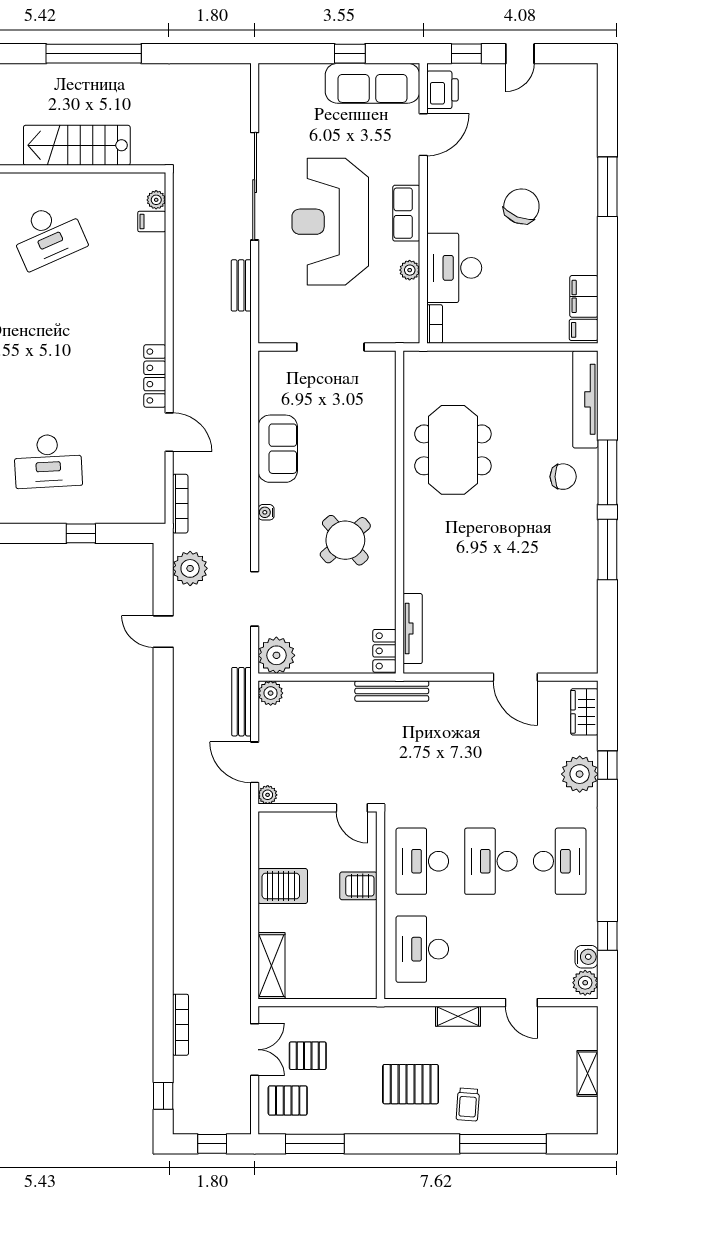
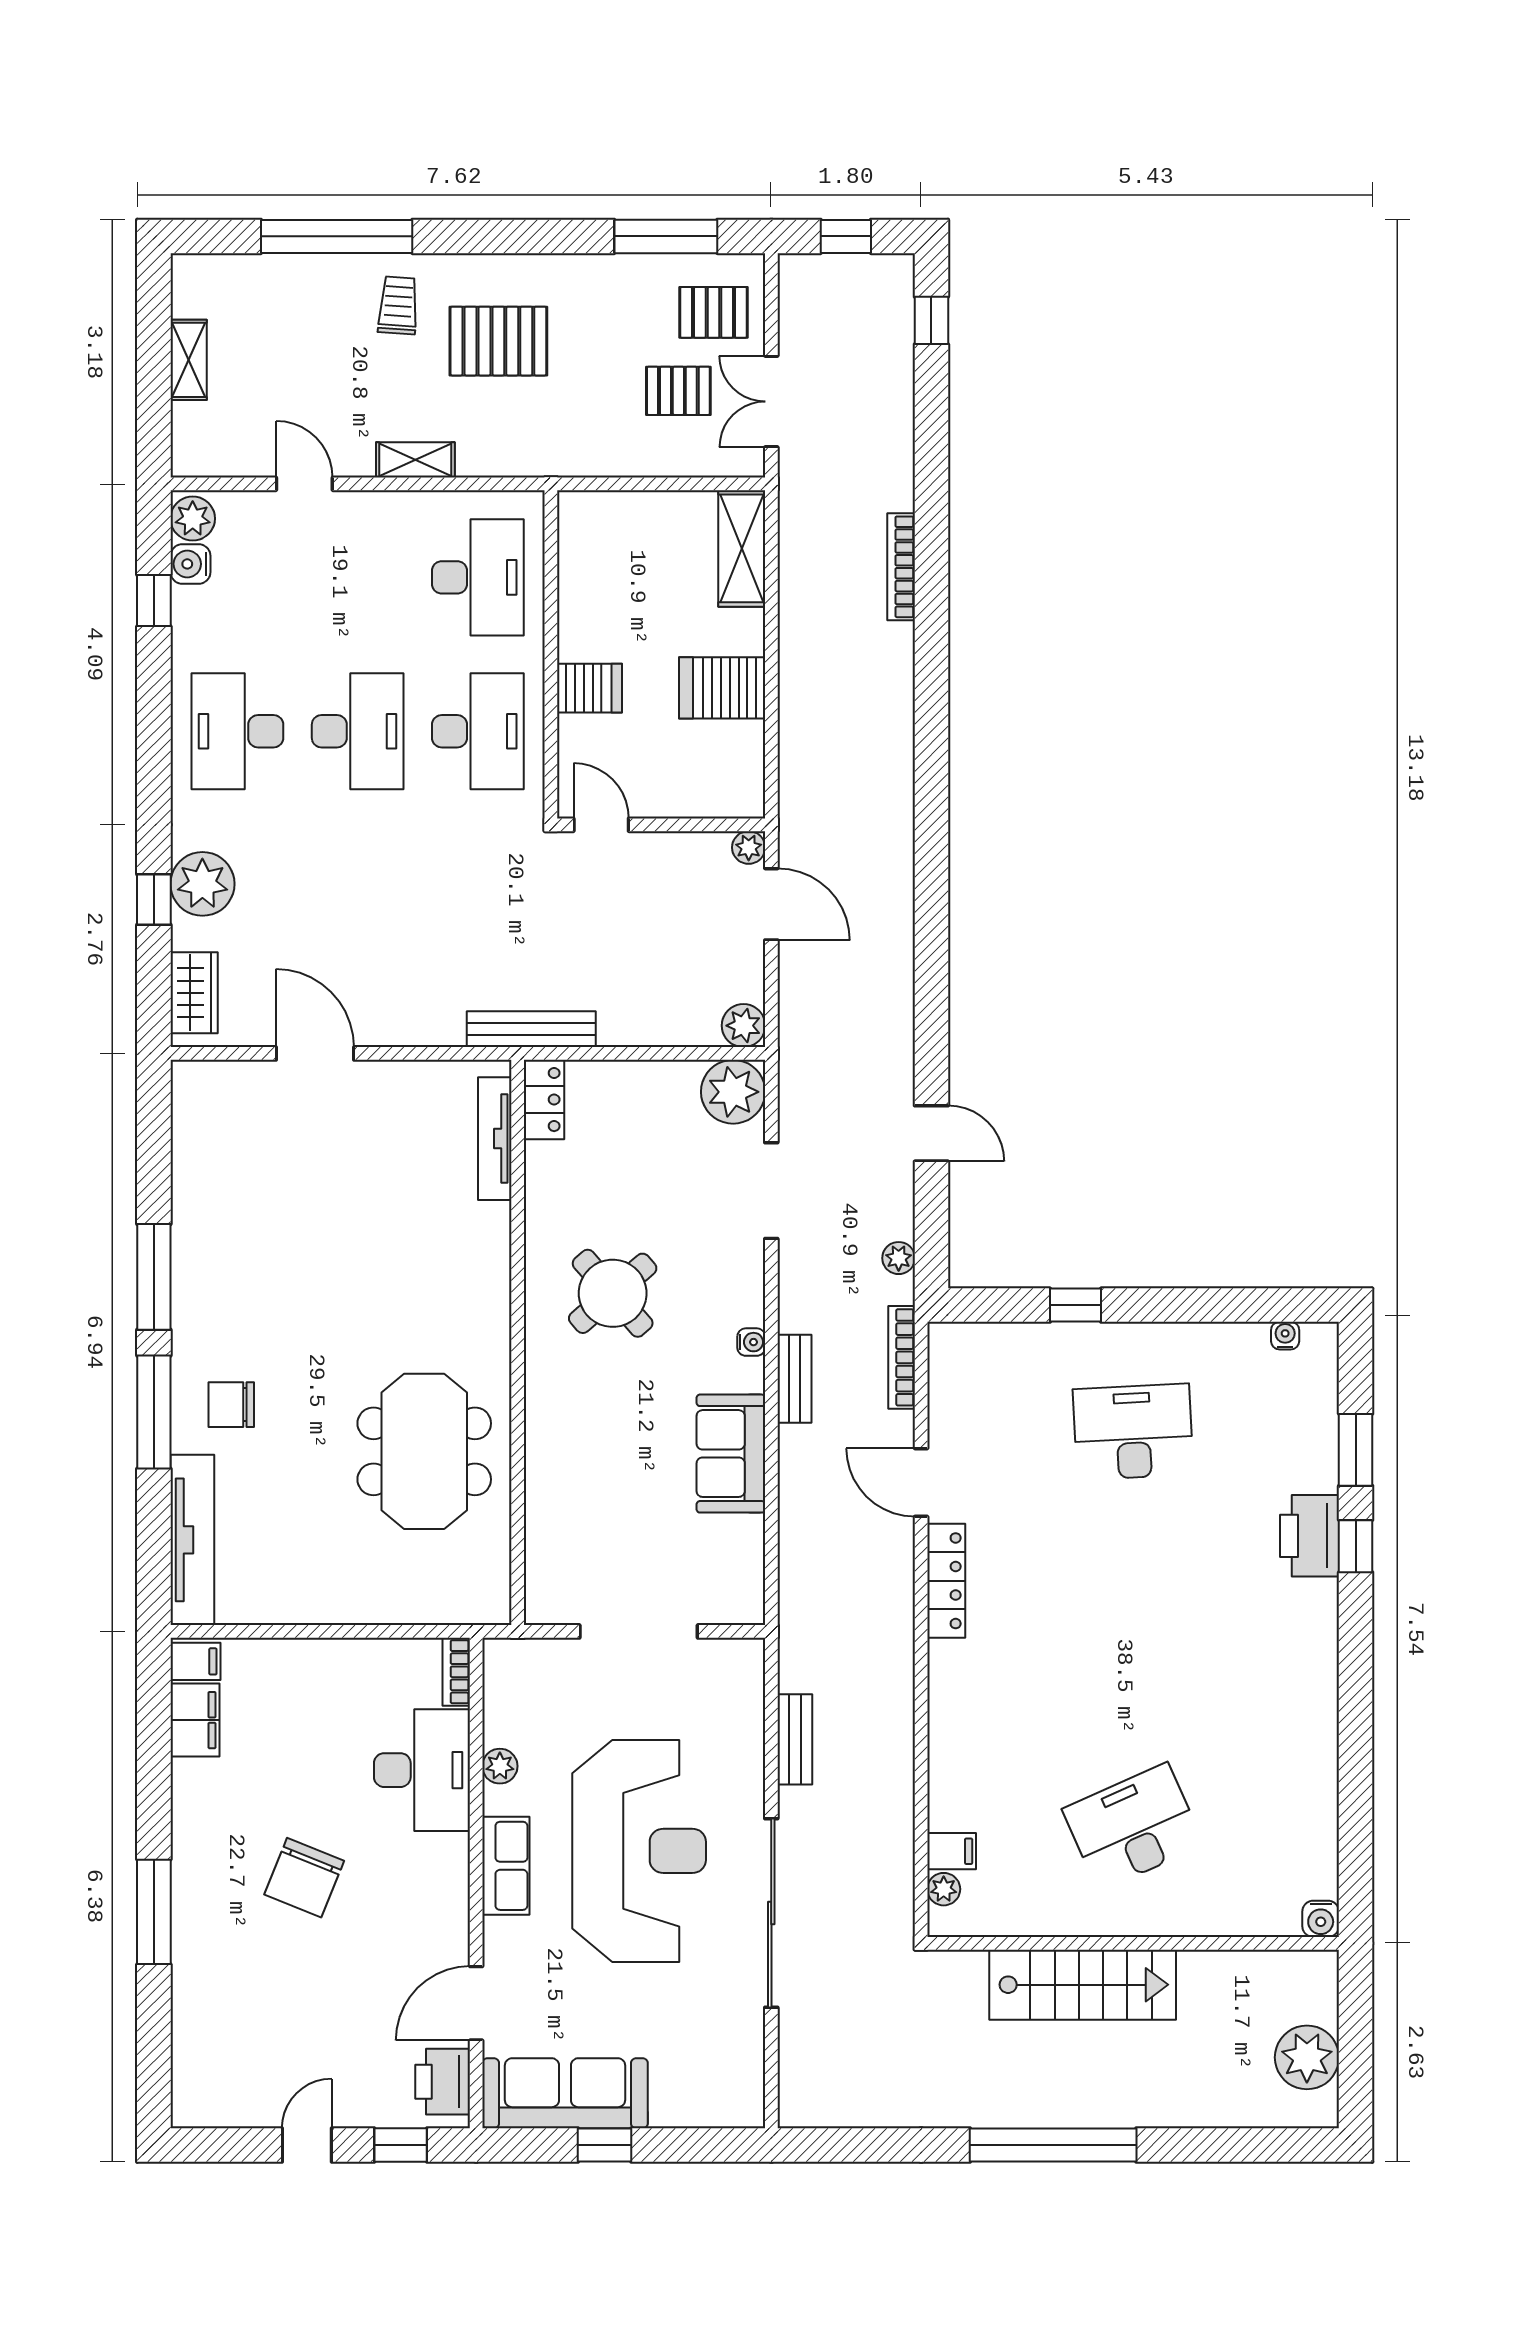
plant: (190, 568) -> (899, 1258), width x0.53, depth x0.53
bench: (241, 702) -> (794, 1379), moved, width x0.73
bookcase: (181, 1025) -> (901, 567), moved

